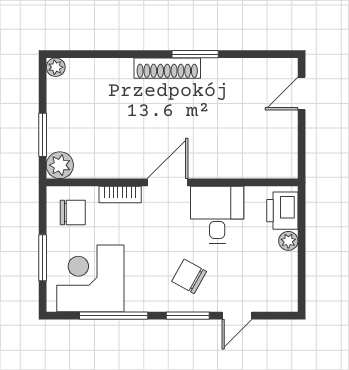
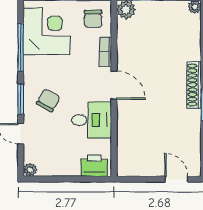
plant: (288, 241) -> (30, 170), moved

